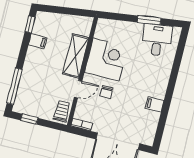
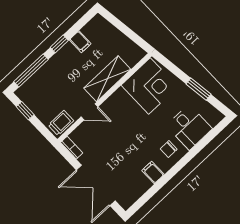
window: (30, 24) -> (59, 44), moved
desk: (157, 40) -> (189, 127), moved, turned 98
corner desk: (106, 59) -> (149, 86), moved
chair: (106, 92) -> (169, 149), moved

